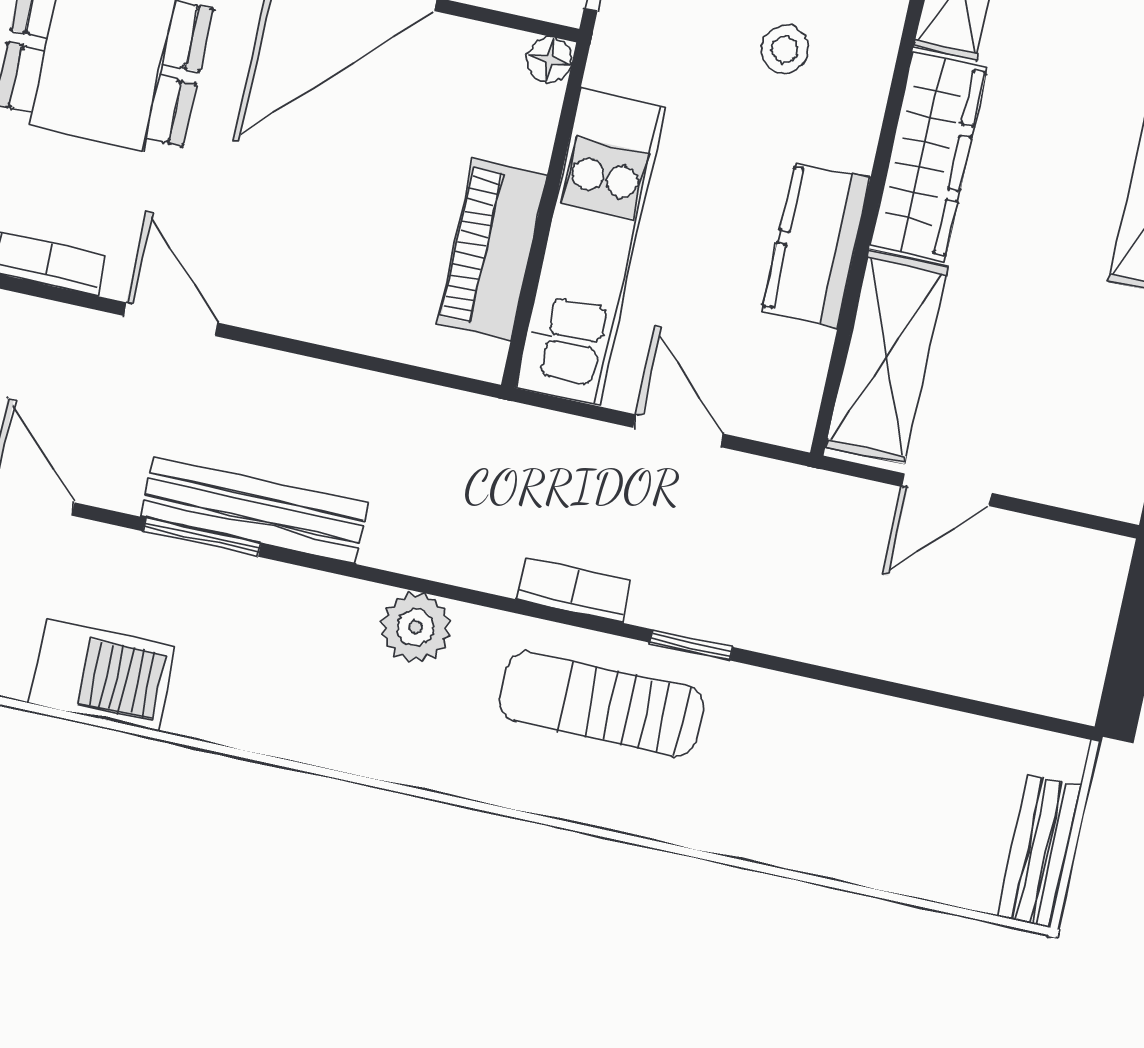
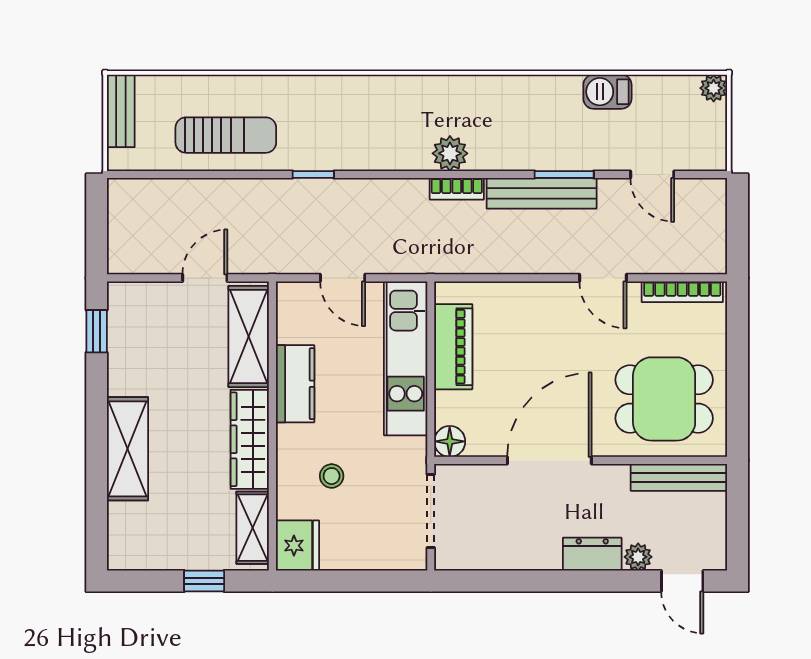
floor lamp: (550, 60) -> (450, 441), width x1.37, depth x1.37
bookcase: (574, 590) -> (457, 189), moved
barbecue: (102, 675) -> (607, 92), width x0.73, depth x0.79
sun lounger: (601, 704) -> (226, 135), moved

